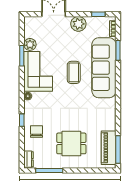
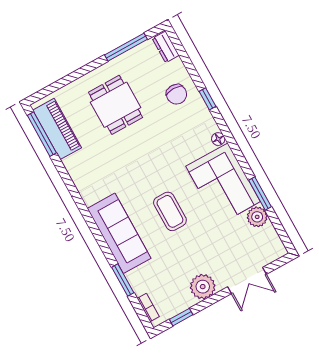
sofa: (104, 68) -> (119, 233), width x0.74, depth x0.79
dining table: (71, 143) -> (116, 105), turned 90

